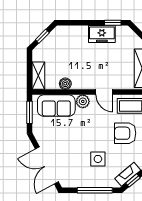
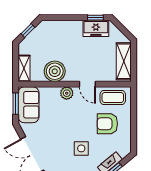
freezer: (102, 34) -> (96, 28), moved
boiler: (65, 84) -> (55, 71), width x1.86, depth x1.86
sofa: (56, 106) -> (29, 105), moved, turned -90

